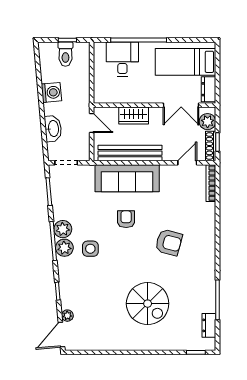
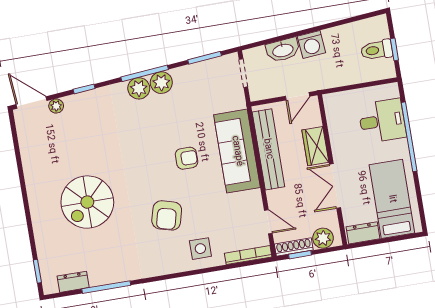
washing machine: (51, 92) -> (311, 44), moved
double door: (181, 105) -> (335, 186), moved
side table: (90, 249) -> (200, 249), moved

